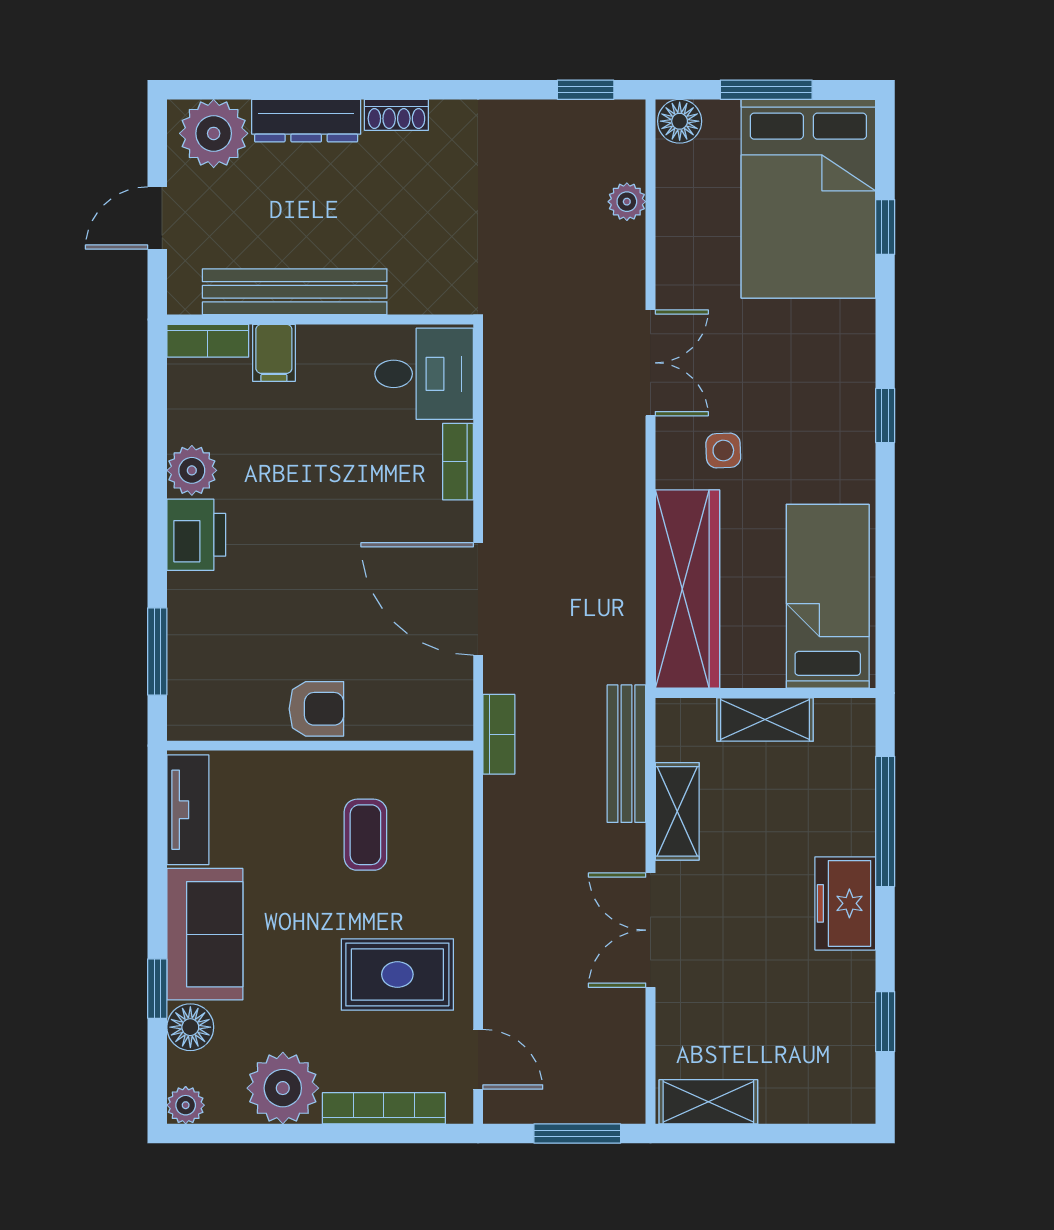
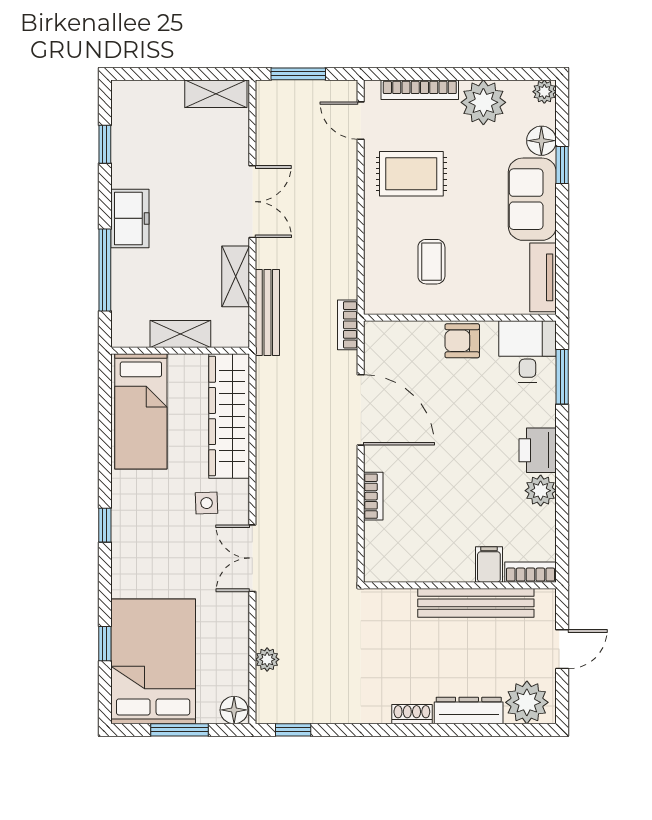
desk: (424, 374) -> (528, 352), moved, turned 90

